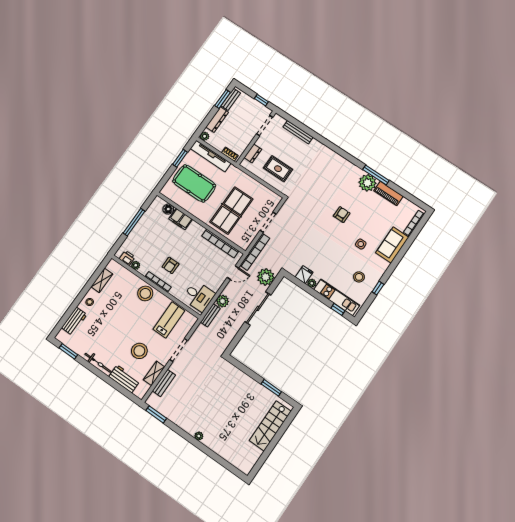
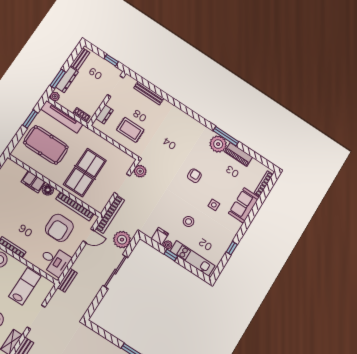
window: (223, 99) -> (58, 79), moved
floor lamp: (168, 209) -> (48, 190), moved
armchair: (171, 265) -> (59, 228), moved, width x1.88, depth x1.88
stool: (359, 277) -> (189, 221), moved
plant: (222, 301) -> (140, 171), moved
window: (338, 309) -> (171, 255), moved

